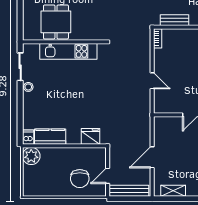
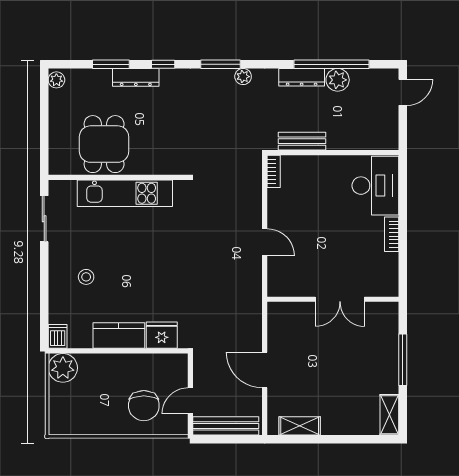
stool: (28, 87) -> (86, 277), moved
kitchen counter: (50, 137) -> (119, 336), moved
door: (152, 157) -> (265, 370), hinge flipped

